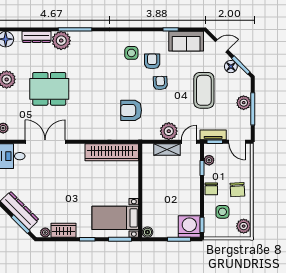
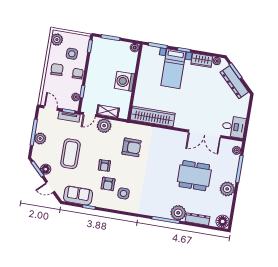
bed with nightstands: (115, 218) -> (173, 69), moved, turned 90
washing machine: (189, 227) -> (124, 81), moved, turned 90

